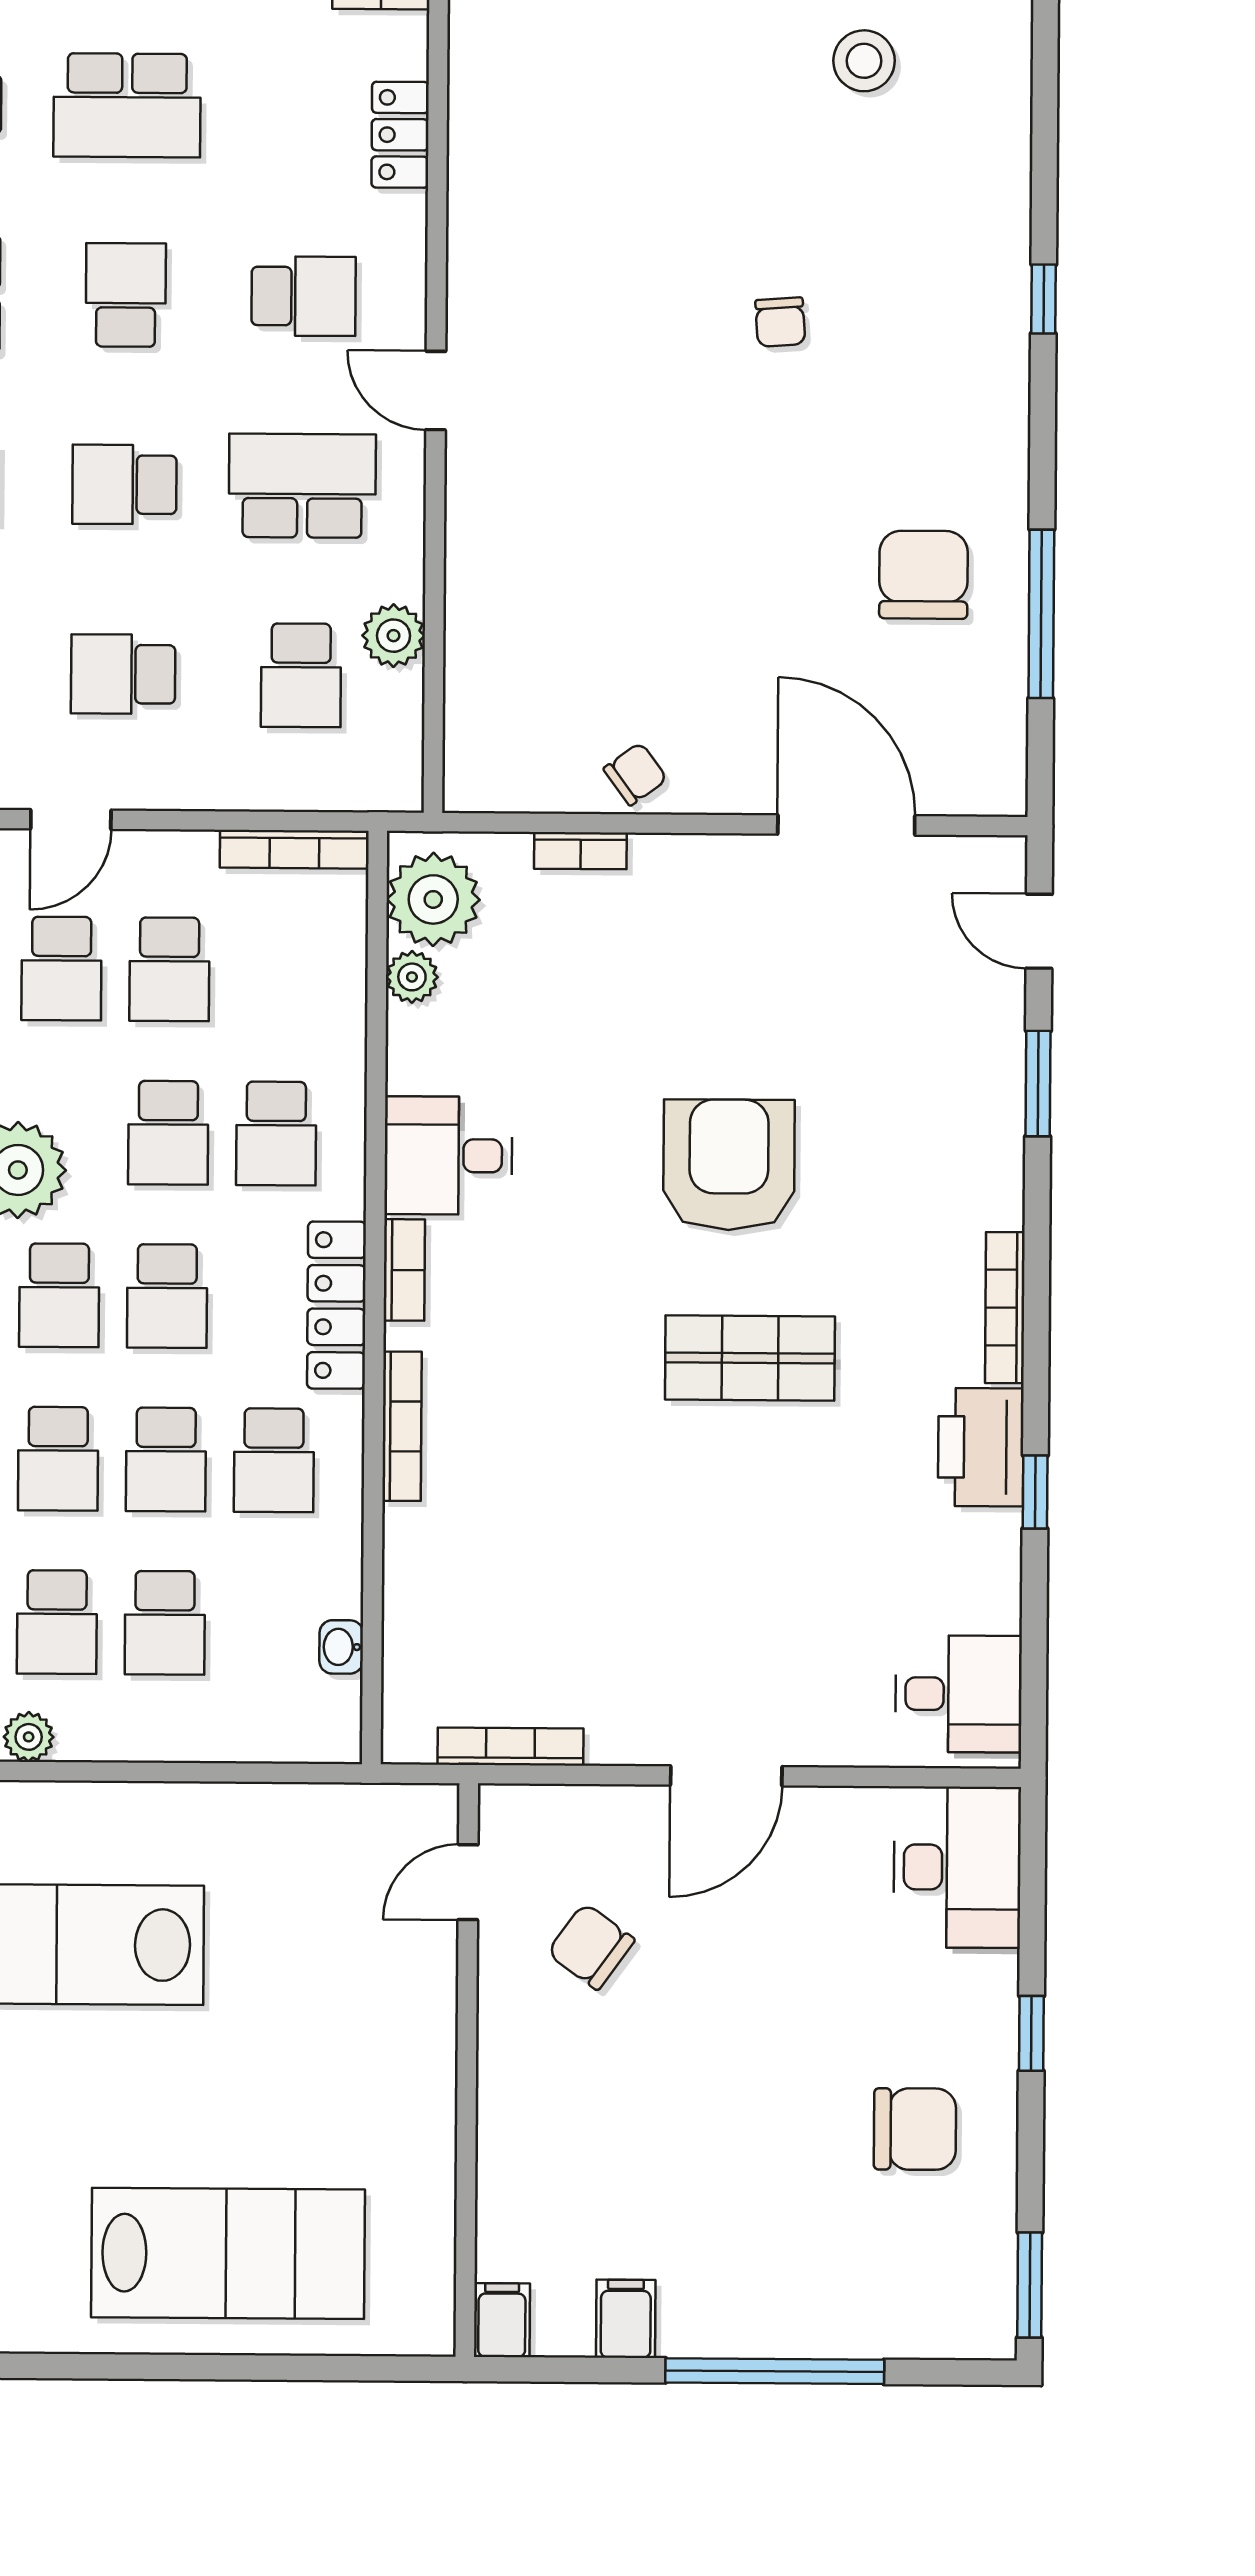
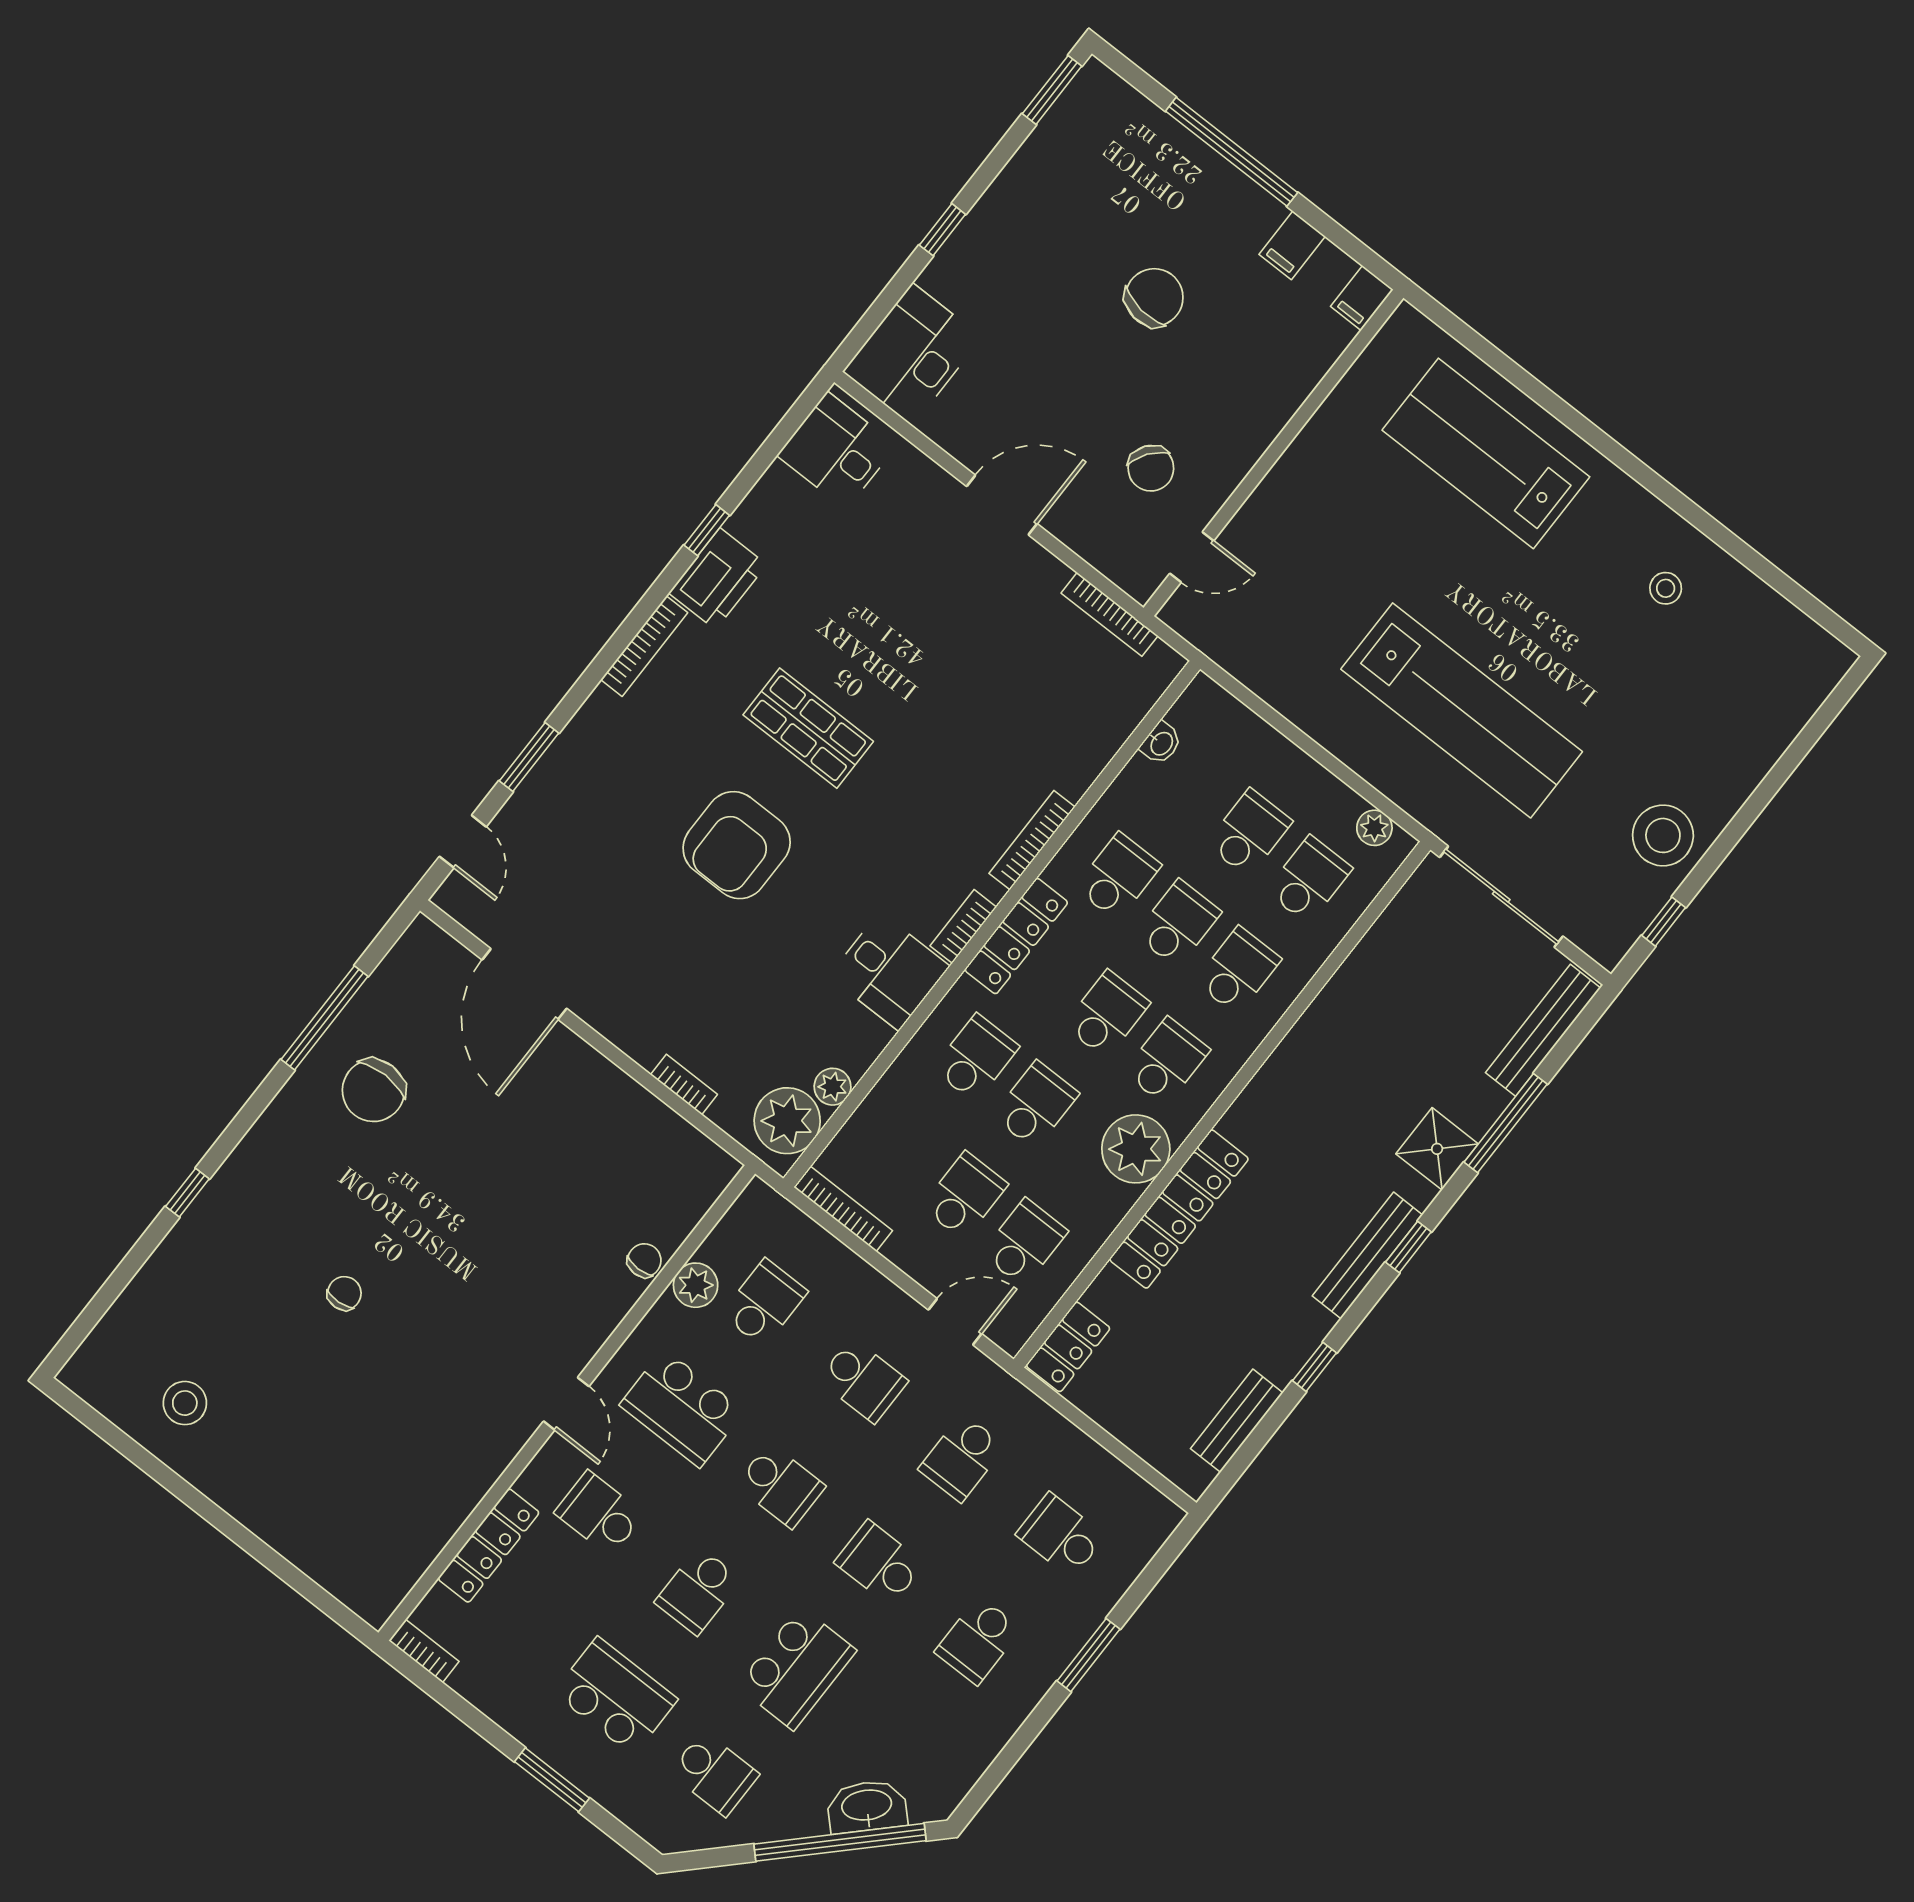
locker: (400, 135) -> (489, 1546), width x1.53
chair: (635, 774) -> (644, 1260), moved, turned 126
chair: (915, 2129) -> (1154, 297), moved, turned 97

